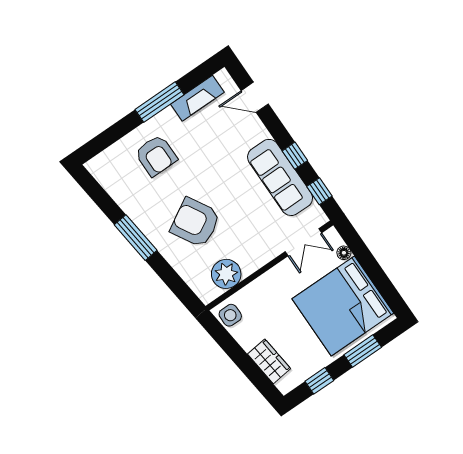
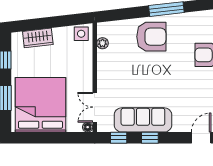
armchair: (195, 222) -> (151, 37), moved, turned 30
floor lamp: (344, 253) -> (88, 127), moved
plant: (226, 274) -> (103, 43), width x0.53, depth x0.53

